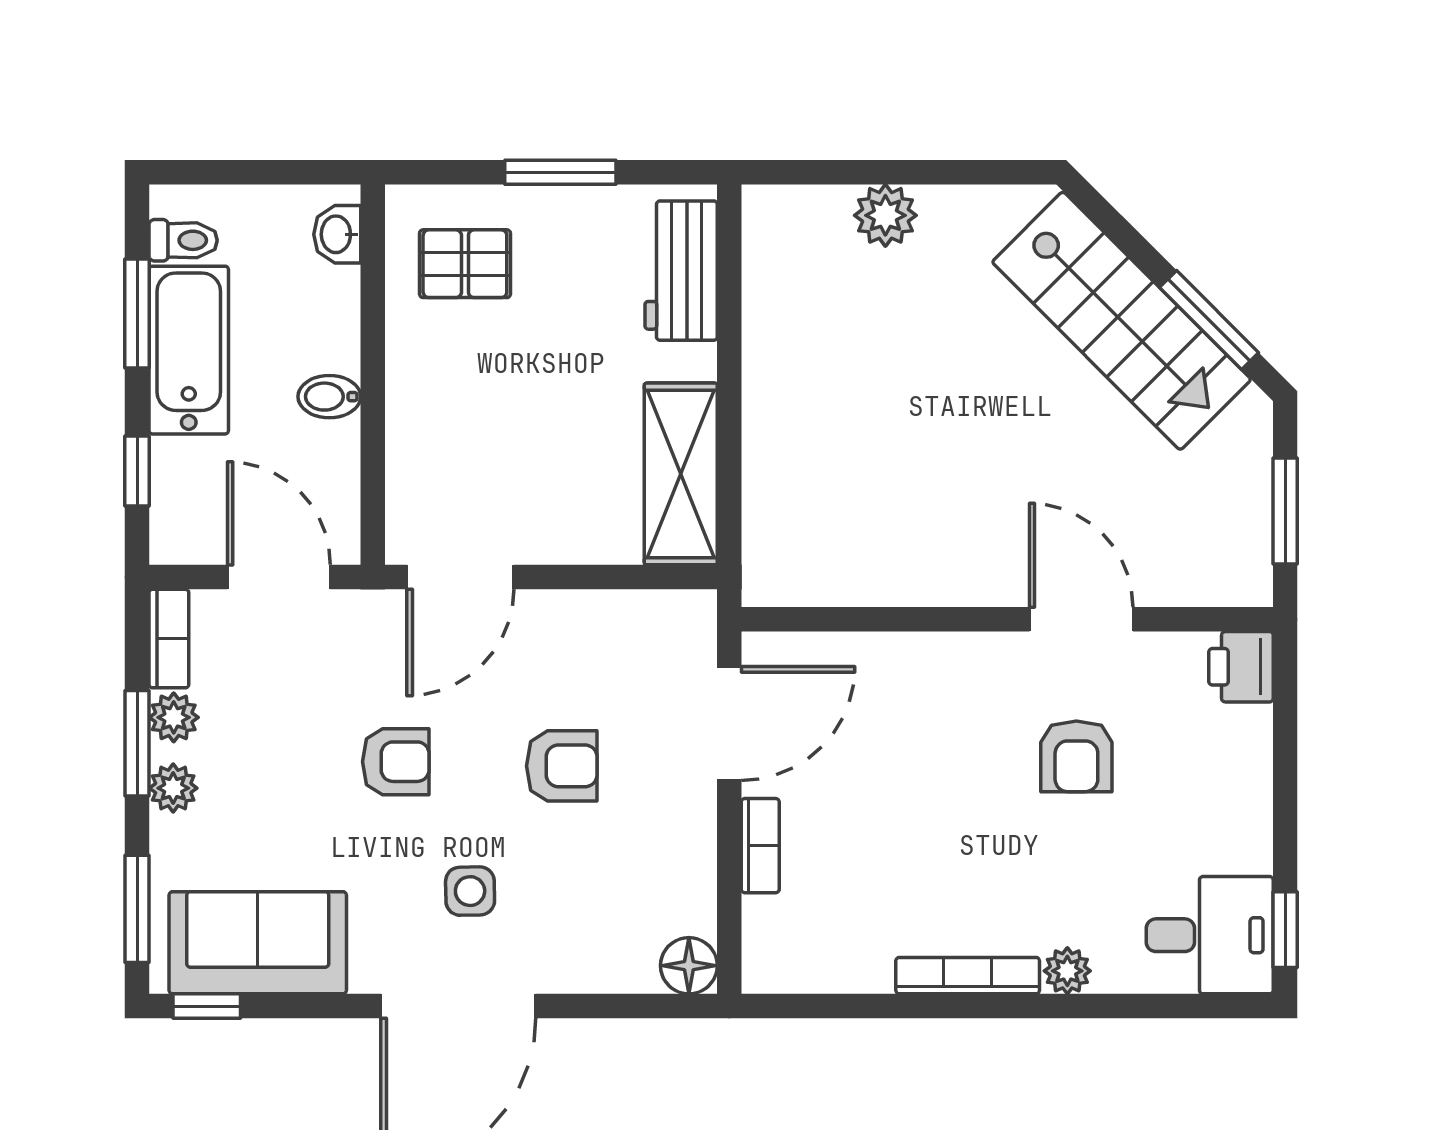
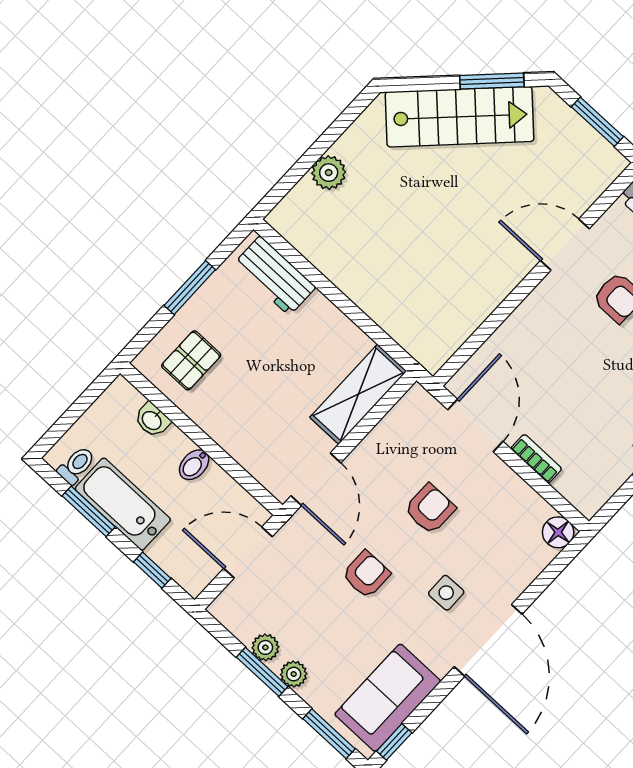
washbasin: (337, 234) -> (152, 420), moved
shelving: (681, 474) -> (358, 394), moved, turned 90
bookcase: (169, 639) -> (232, 620), removed

